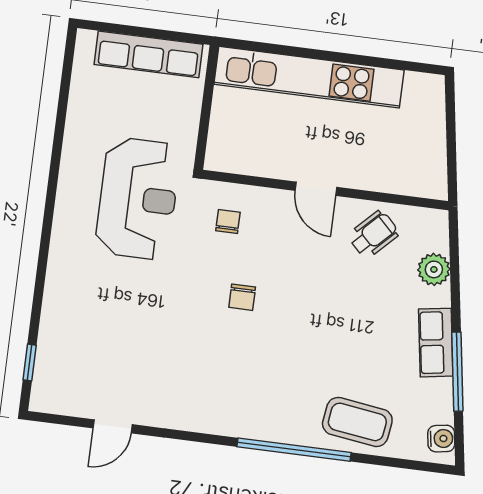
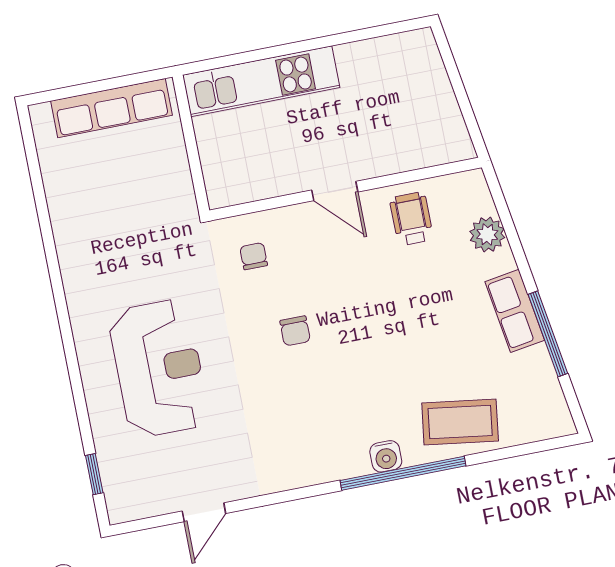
kitchen unit: (309, 77) -> (261, 81), width x0.73
reception desk: (138, 199) -> (159, 368), moved
wheelchair: (374, 234) -> (411, 219), turned -45
water cooler: (441, 439) -> (386, 456), moved, turned 99

